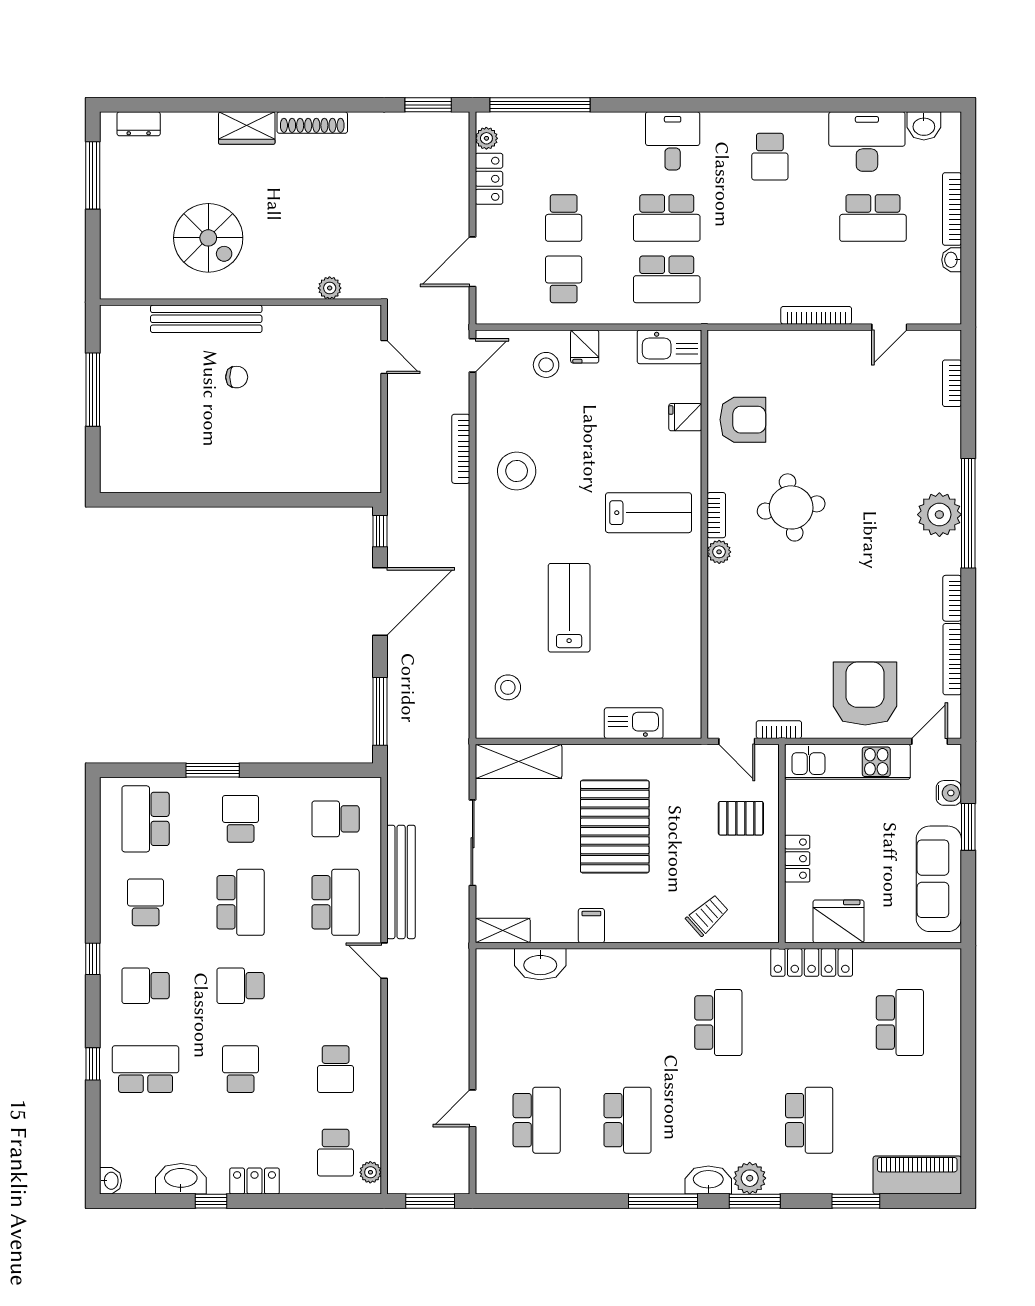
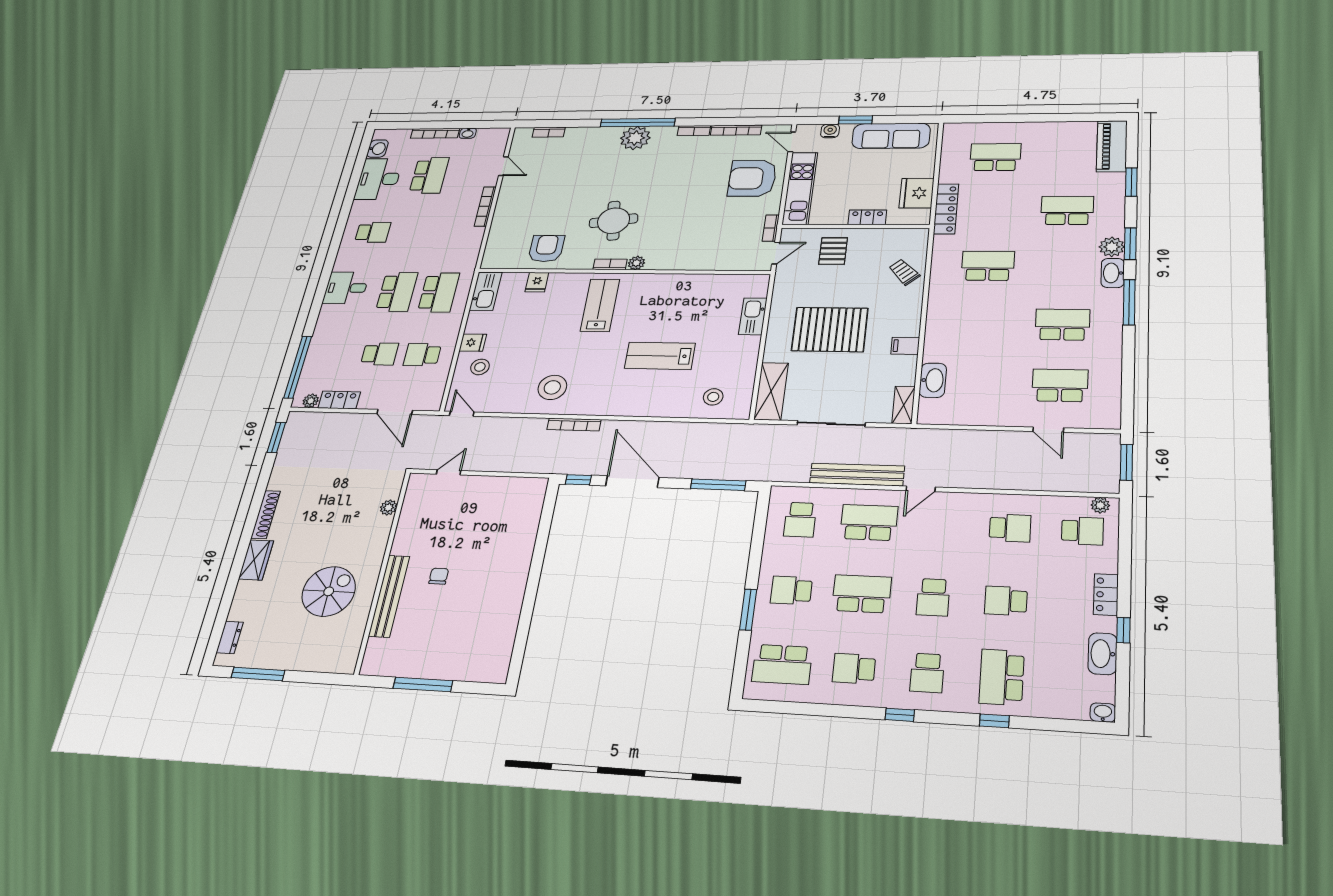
bookcase: (461, 449) -> (574, 425), moved

